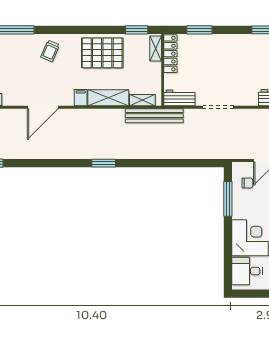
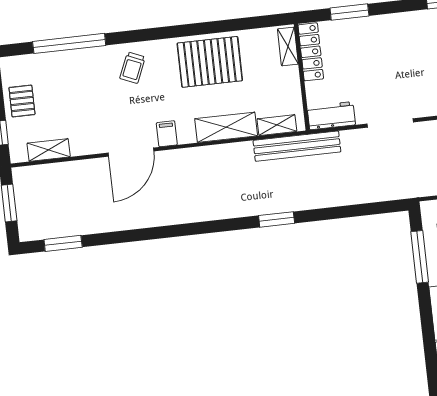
window: (137, 30) -> (257, 22), removed
filing cabinet: (81, 98) -> (167, 134), moved
window: (104, 163) -> (277, 219), moved

